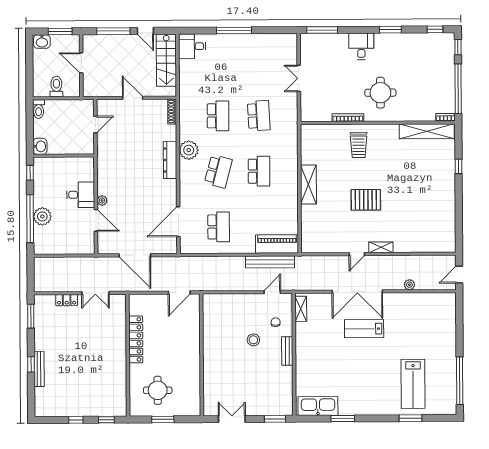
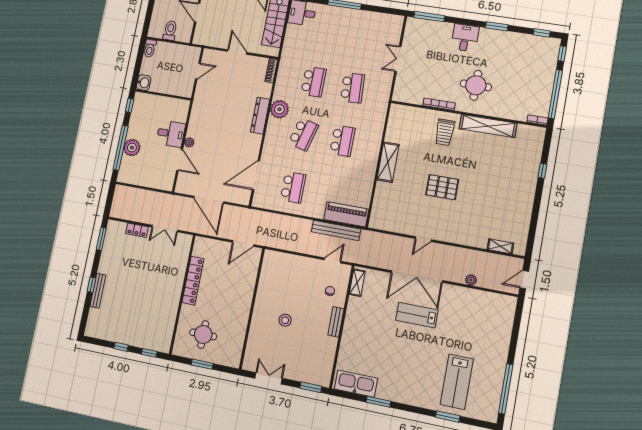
shelving: (427, 131) -> (488, 126), moved
shelving: (381, 247) -> (500, 246), moved
stool: (253, 340) -> (285, 320), moved

